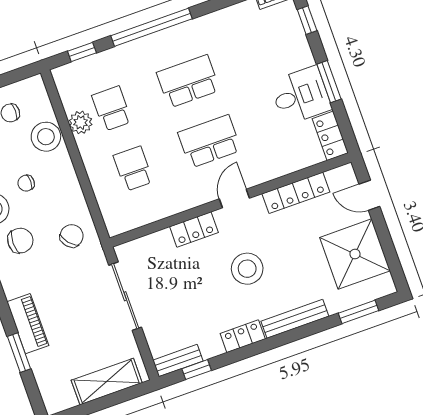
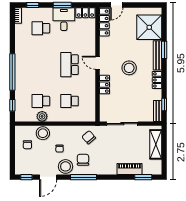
school desk: (188, 81) -> (41, 28), moved, width x0.54
locker: (296, 193) -> (104, 22), moved
shower: (355, 254) -> (149, 27), moved
window: (359, 312) -> (164, 50), moved
piano: (28, 324) -> (130, 169), moved
window: (19, 353) -> (143, 177), moved

